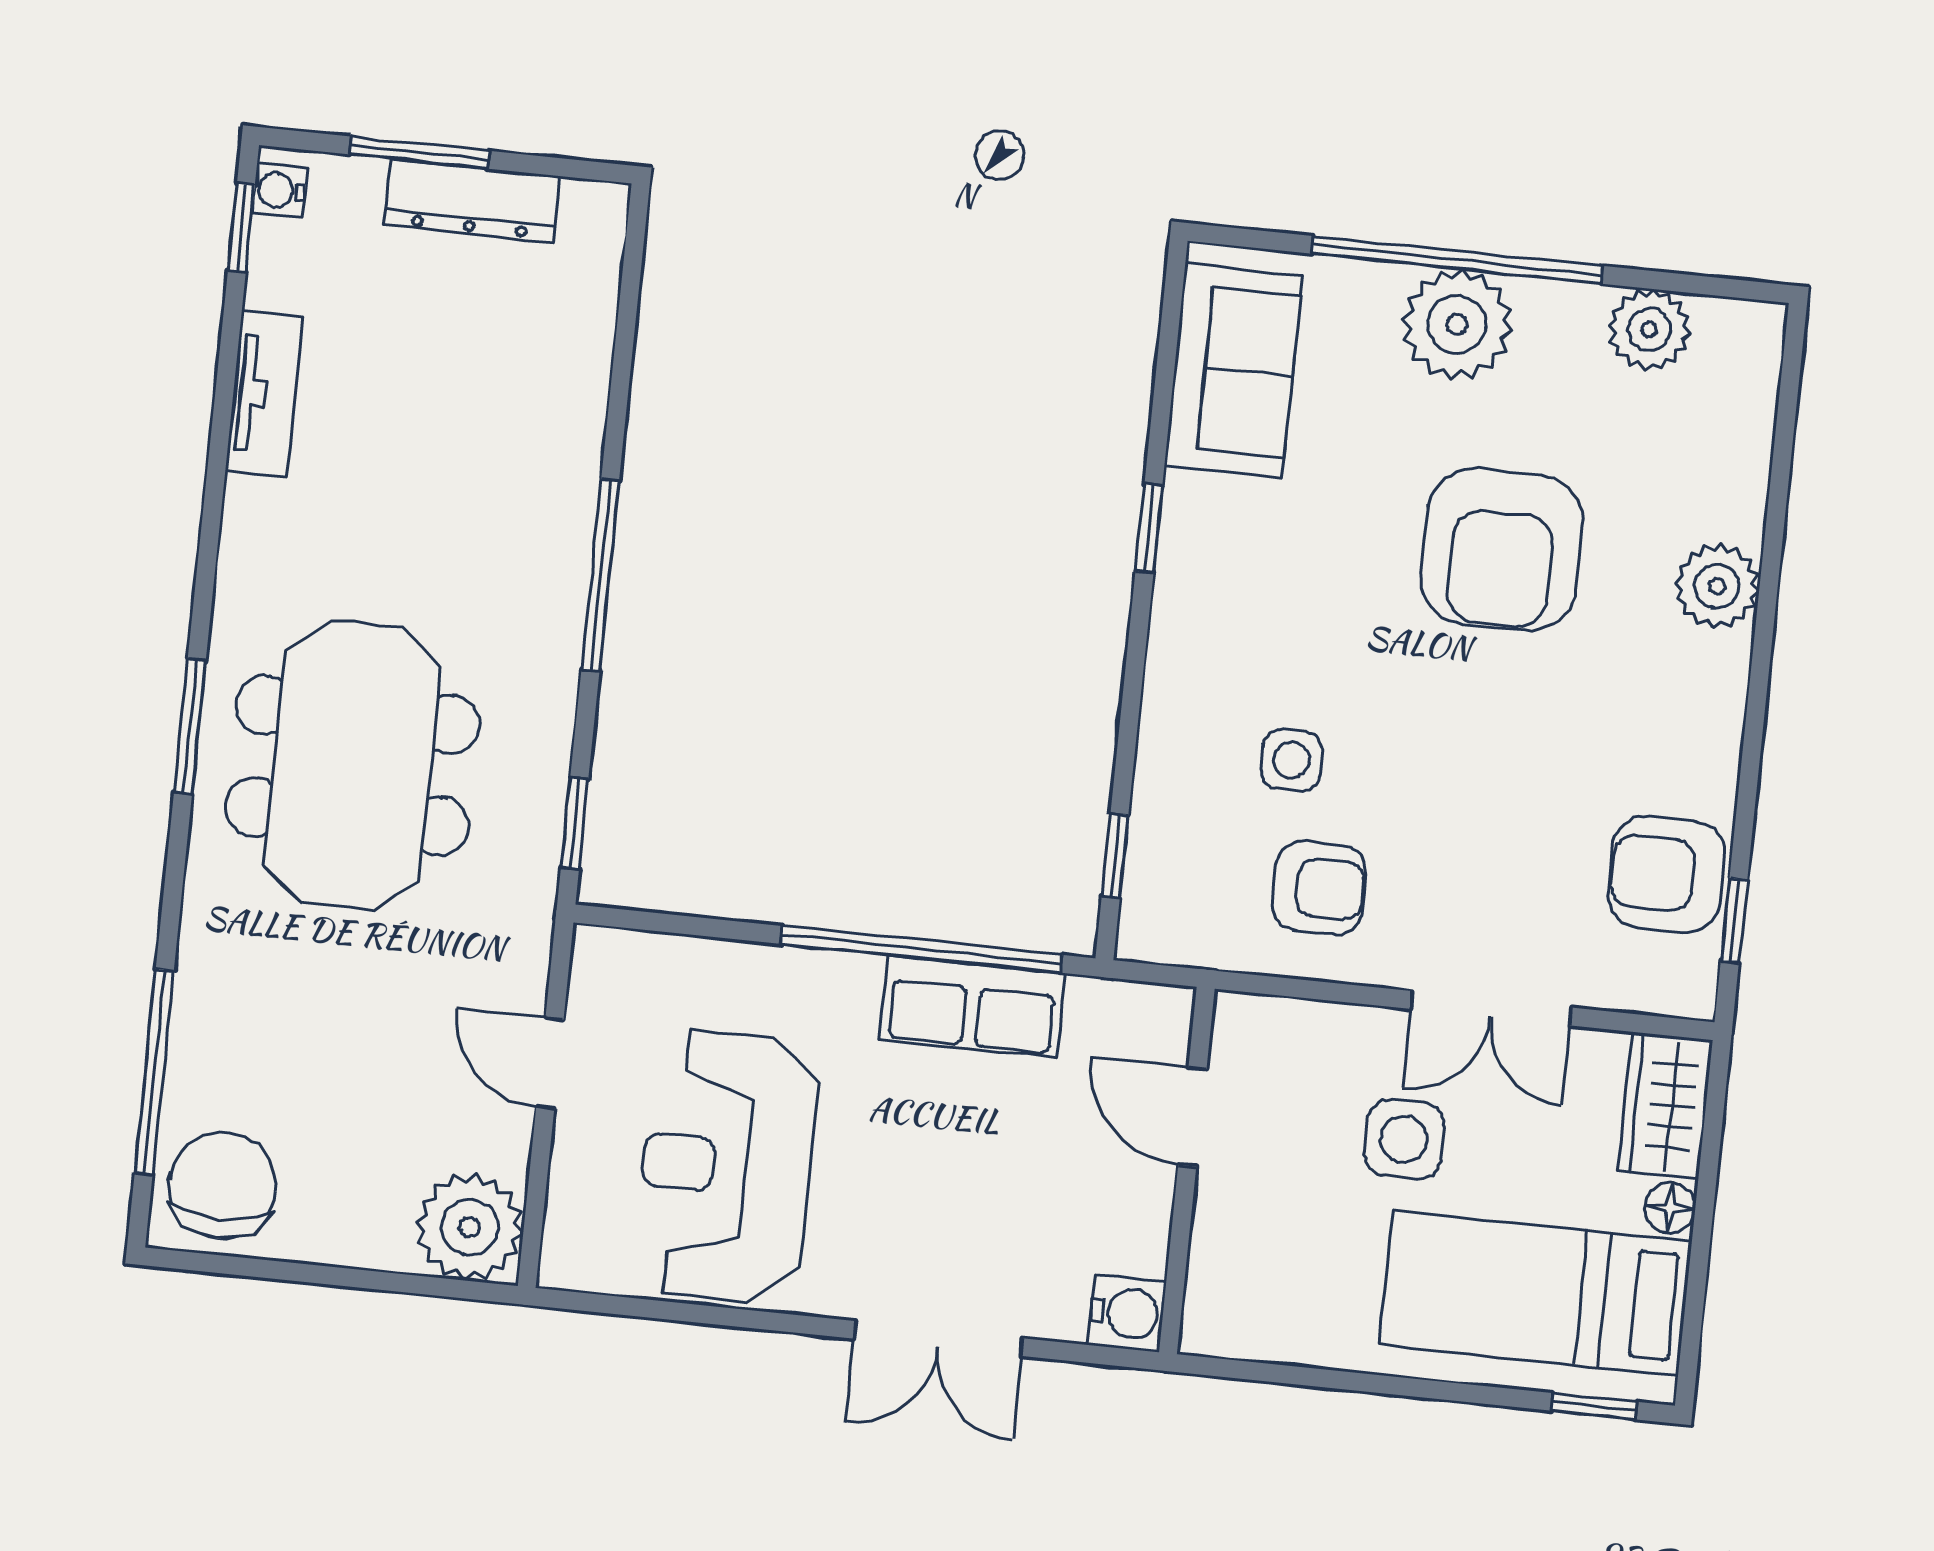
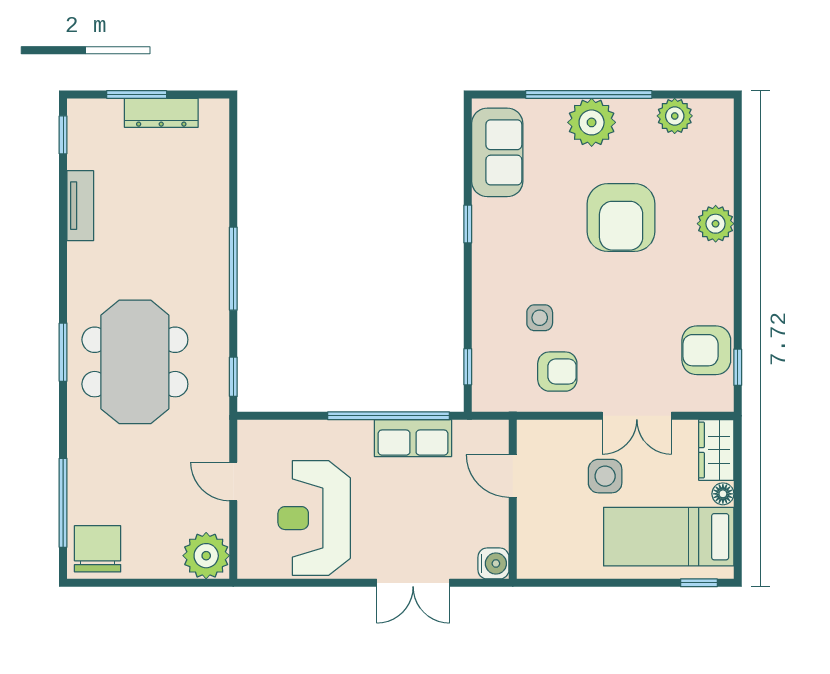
water cooler: (280, 190) -> (78, 117), removed

